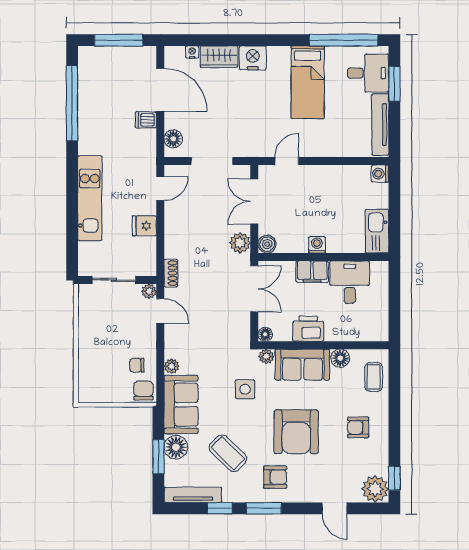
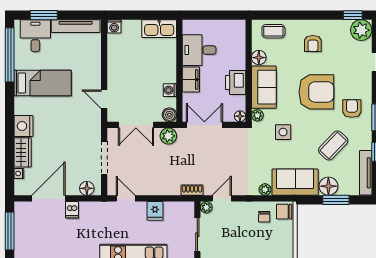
washing machine: (317, 245) -> (170, 90), moved

